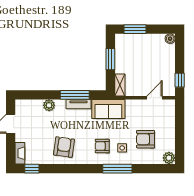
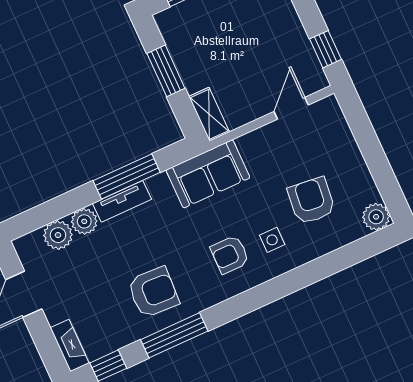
tv unit: (79, 104) -> (122, 201), moved
plant: (36, 106) -> (58, 235), added
armchair: (146, 139) -> (311, 201), turned 96
armchair: (64, 147) -> (153, 292), turned 85
window: (117, 169) -> (174, 335), moved

